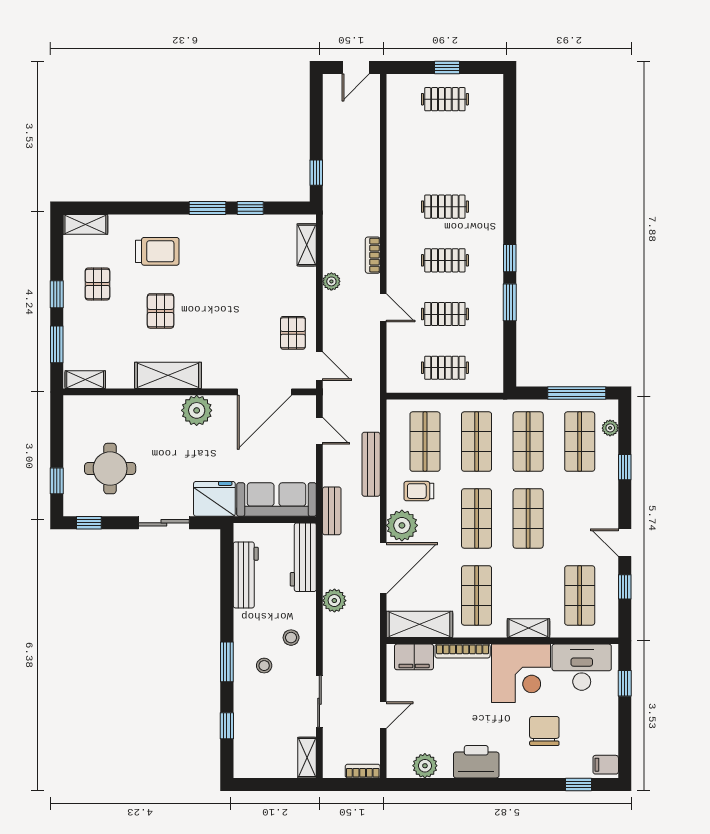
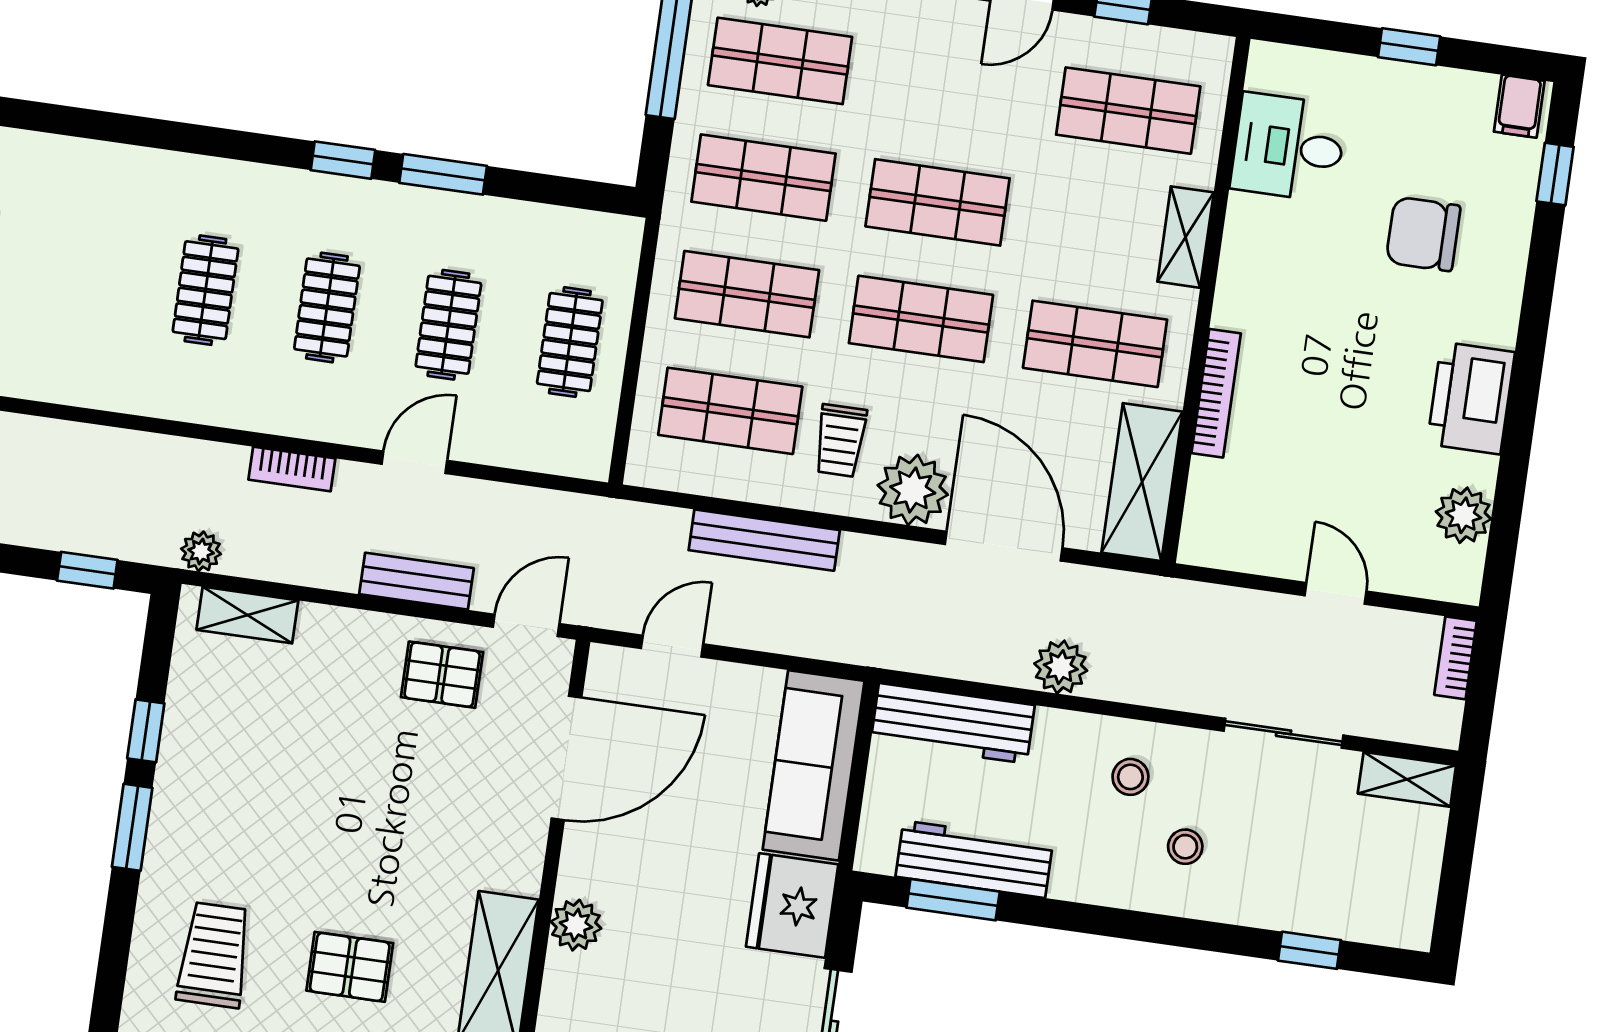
plant: (331, 281) -> (201, 551), moved
door: (264, 392) -> (566, 758), hinge flipped
plant: (197, 410) -> (576, 925), width x0.73, depth x0.73
bench: (332, 511) -> (416, 581), moved
filing cabinet: (414, 657) -> (1214, 505), removed
window: (227, 662) -> (953, 900), moved
desk: (582, 667) -> (1289, 147), width x0.73
corner desk: (521, 673) -> (1286, 268), removed
window: (625, 683) -> (1409, 47), moved

